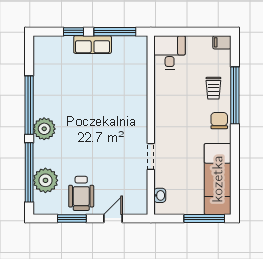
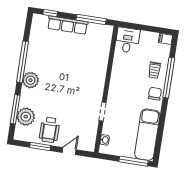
window: (73, 32) -> (50, 13), moved
row of seats: (93, 45) -> (68, 25), width x1.48
window: (29, 172) -> (15, 109), width x0.68

